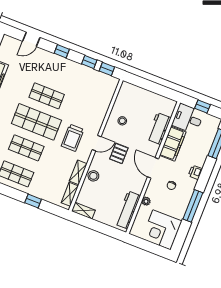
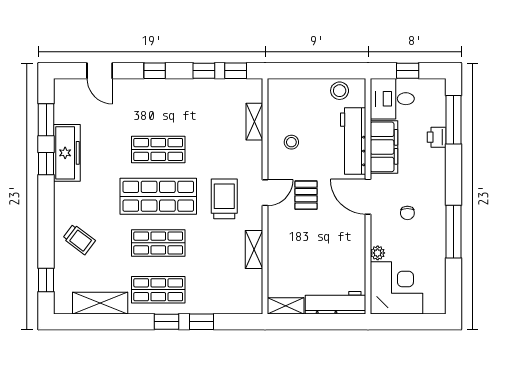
door: (31, 39) -> (100, 71), hinge flipped
workbench: (159, 129) -> (353, 141), width x1.38
trolley: (73, 138) -> (224, 199), turned 180
printer: (195, 172) -> (437, 137), moved
stool: (93, 176) -> (340, 91), moved
window: (14, 193) -> (166, 322), added
shelving: (70, 194) -> (254, 122), moved
workbench: (128, 210) -> (336, 303), moved, turned 90
corner desk: (162, 230) -> (396, 288), moved, turned 180

